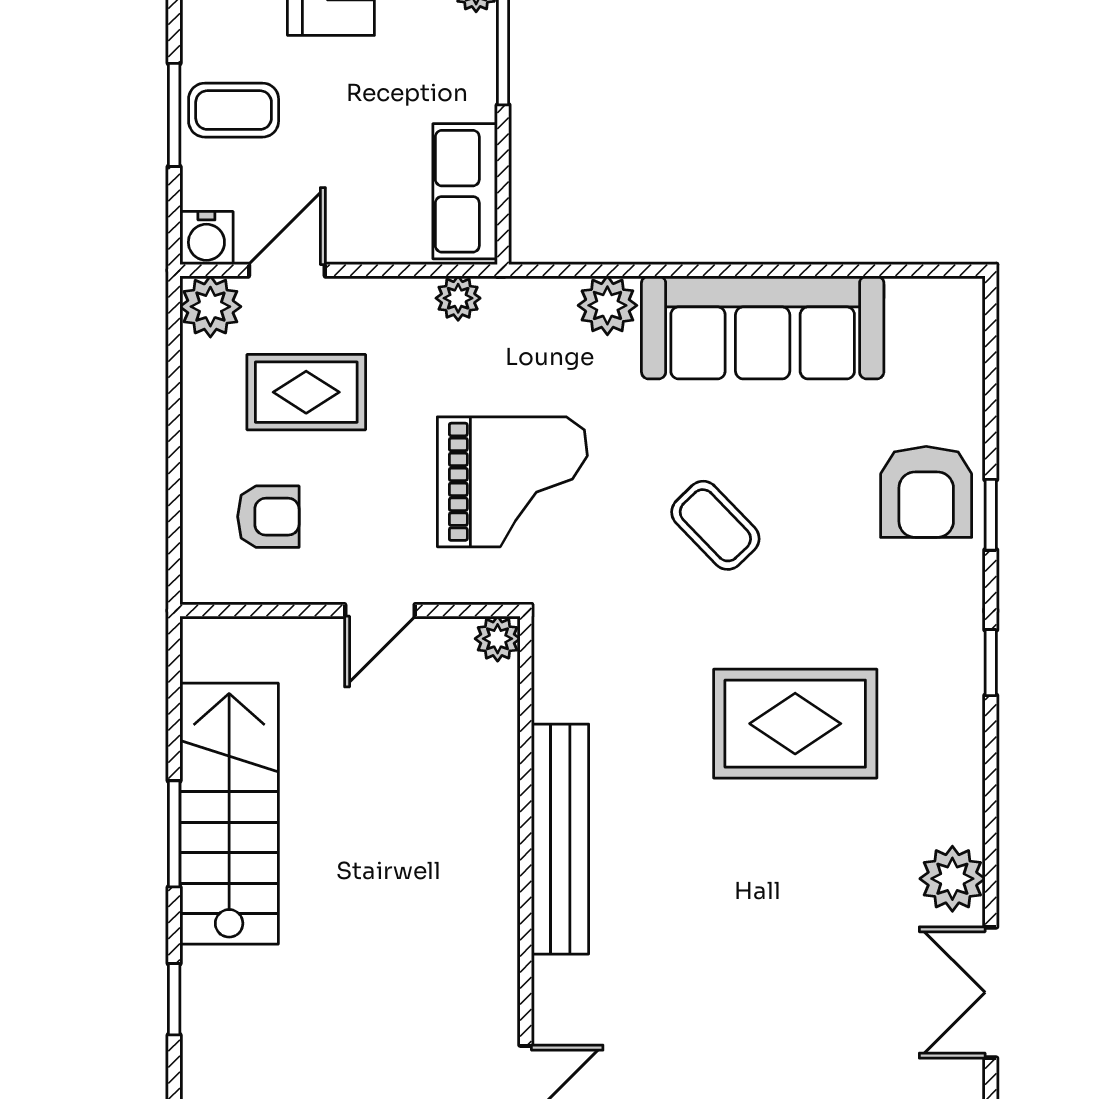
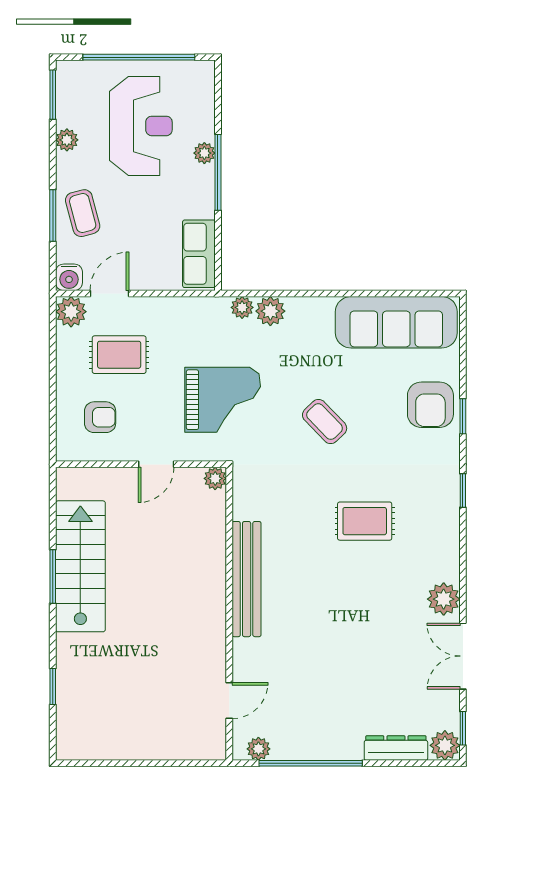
coffee table: (234, 110) -> (83, 213), turned 75
plant: (458, 298) -> (242, 307), moved
sofa: (763, 327) -> (396, 322), moved
rug: (795, 724) -> (365, 521), width x0.73, depth x0.70
window: (174, 999) -> (53, 686), moved

